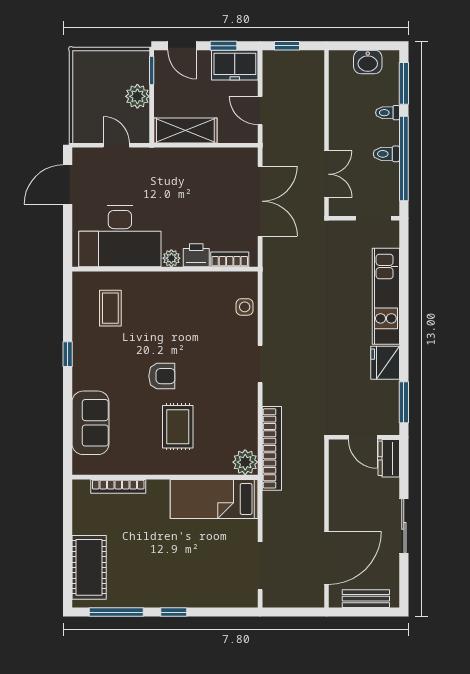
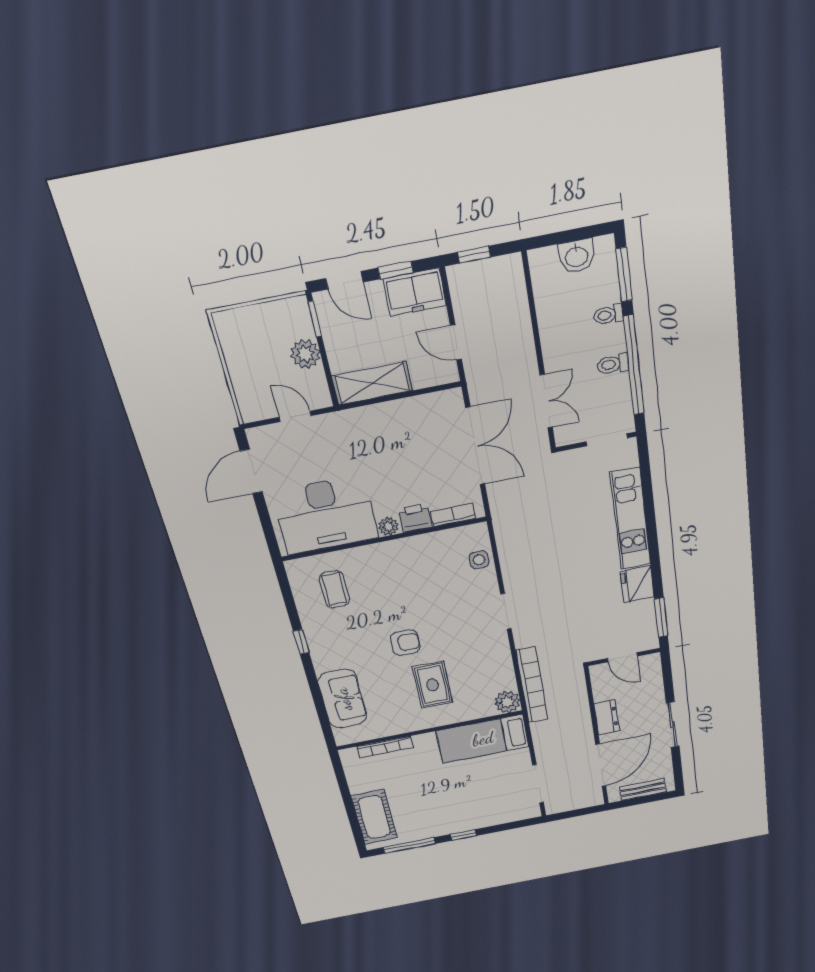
dresser: (389, 458) -> (607, 717), moved, turned 180

